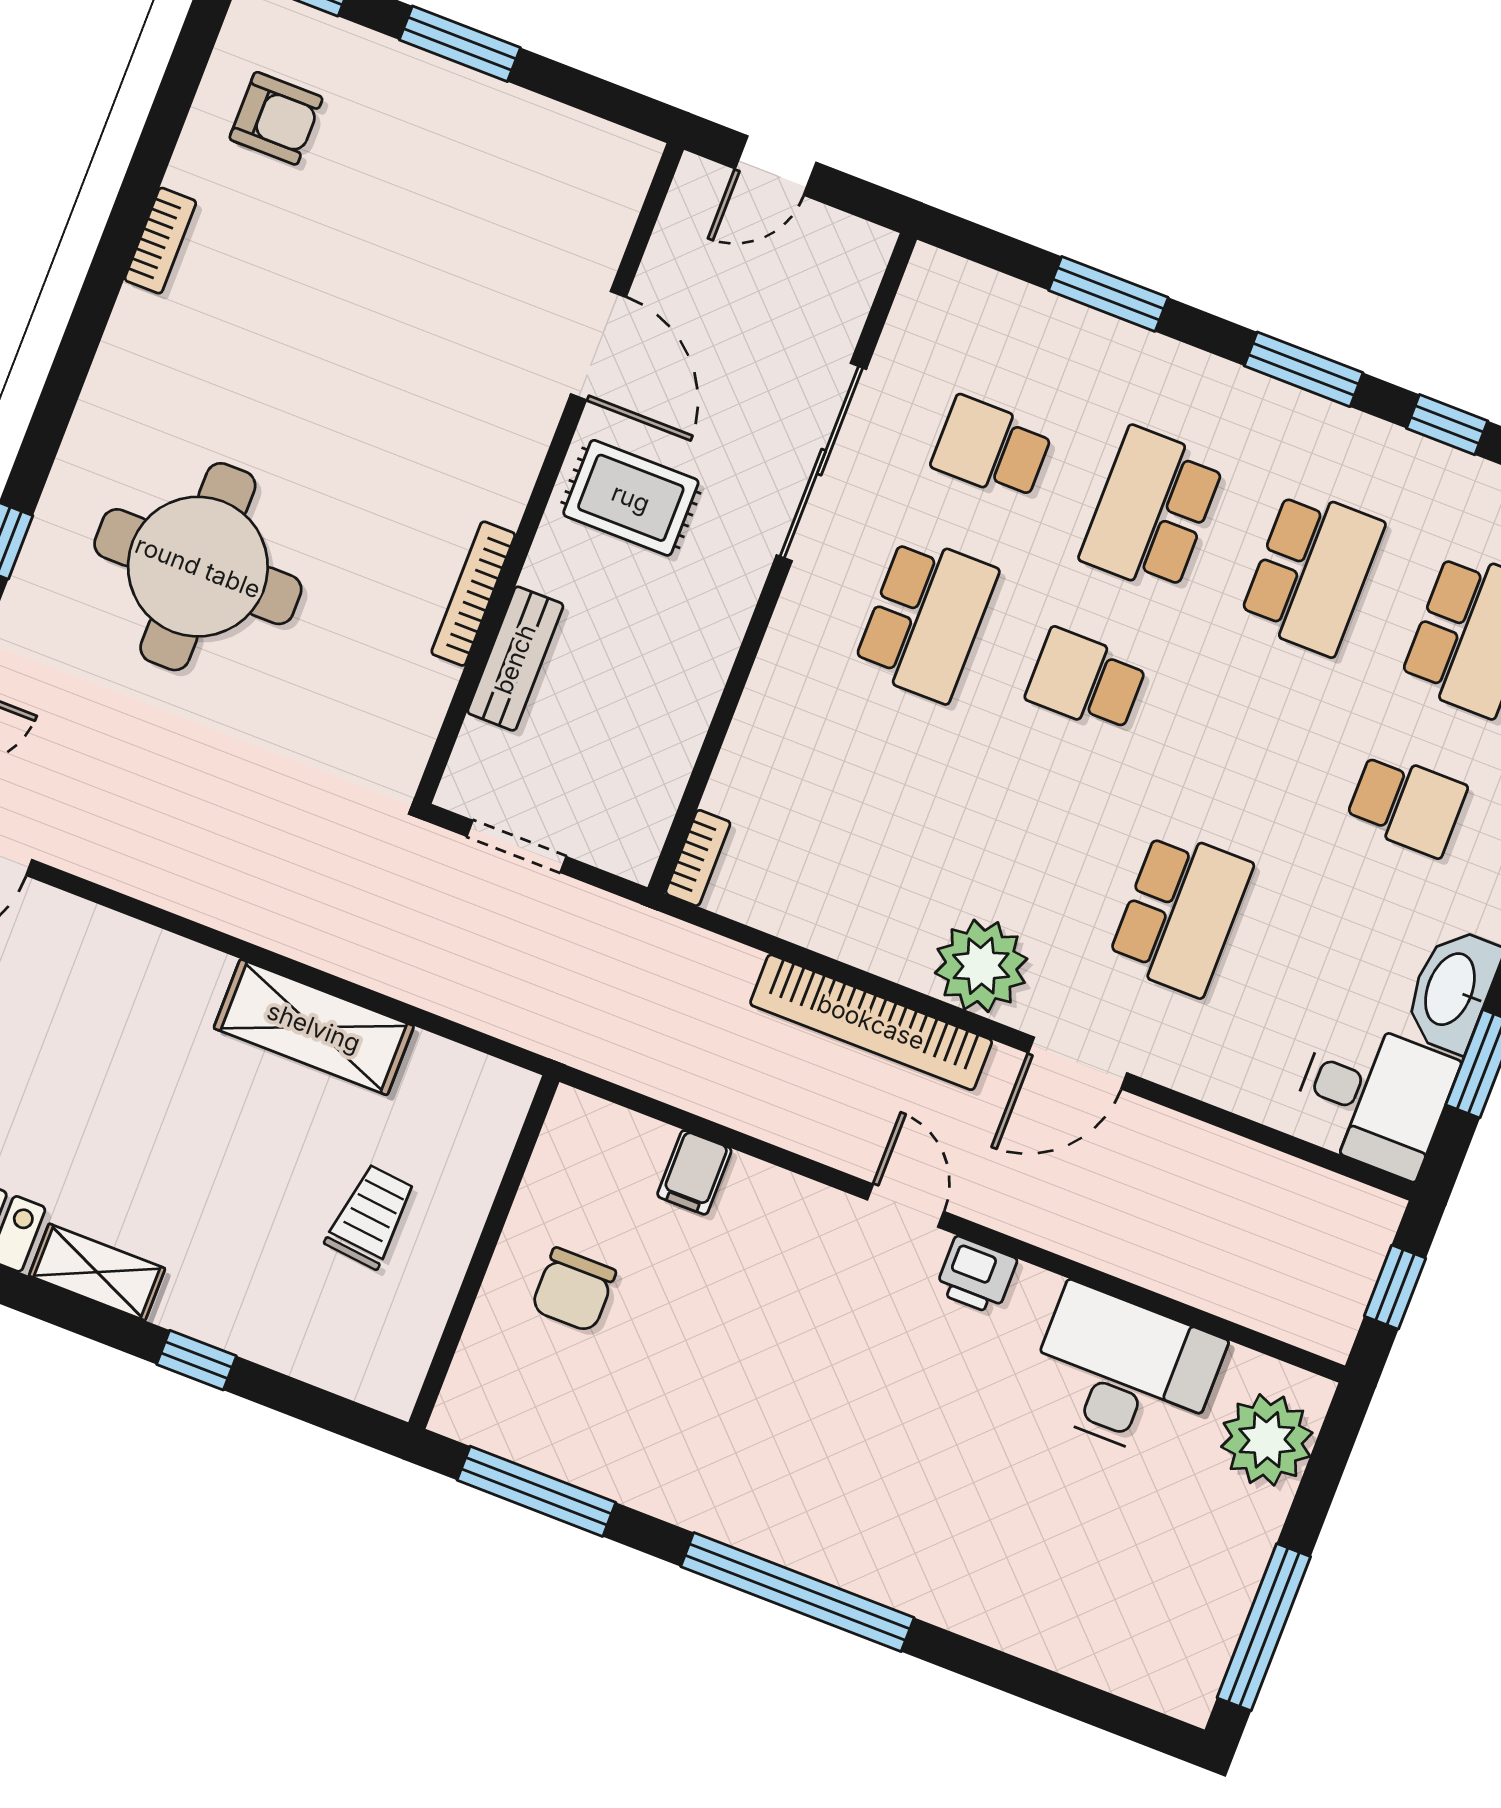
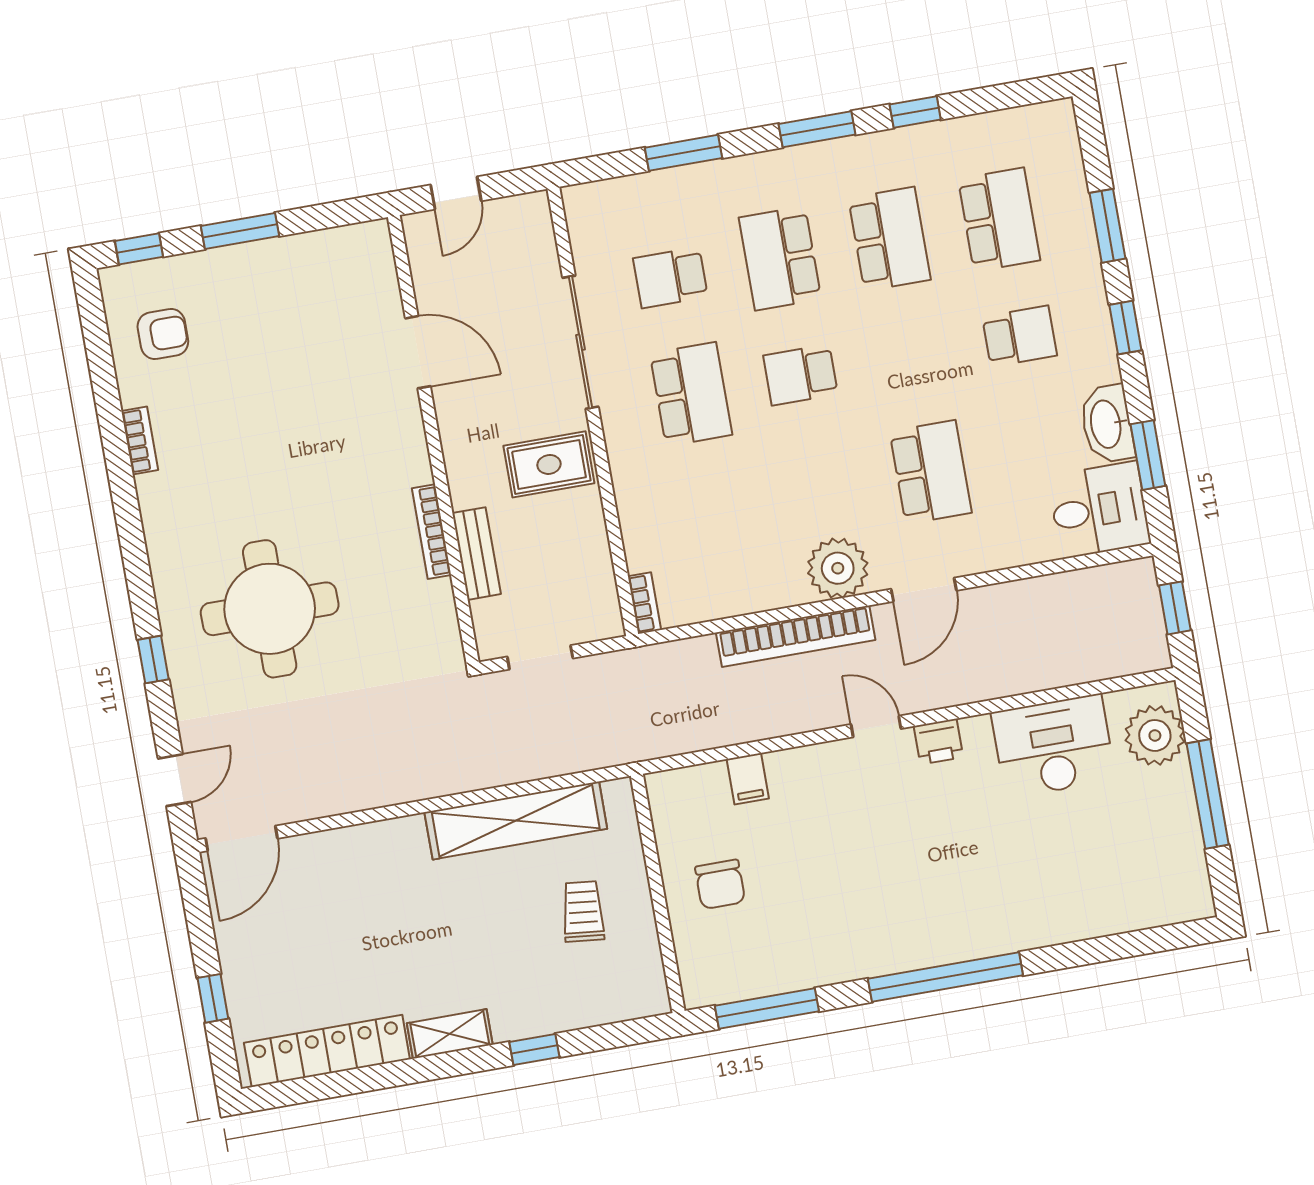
rug: (631, 498) -> (549, 464), moved
shelving: (314, 1027) -> (516, 821), width x1.47
window: (1264, 1627) -> (1208, 794), moved

